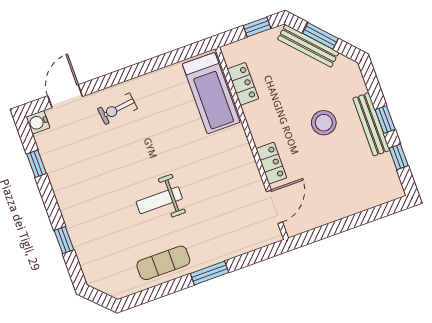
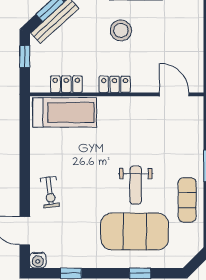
locker: (271, 163) -> (115, 84), moved
exercise mat: (108, 218) -> (135, 231), added

